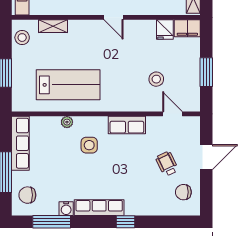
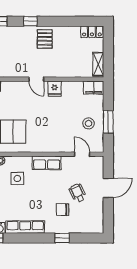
fridge: (165, 29) -> (55, 89), moved
stool: (156, 79) -> (89, 123), moved
chair: (183, 192) -> (62, 210), moved
window: (126, 222) -> (62, 238), moved

